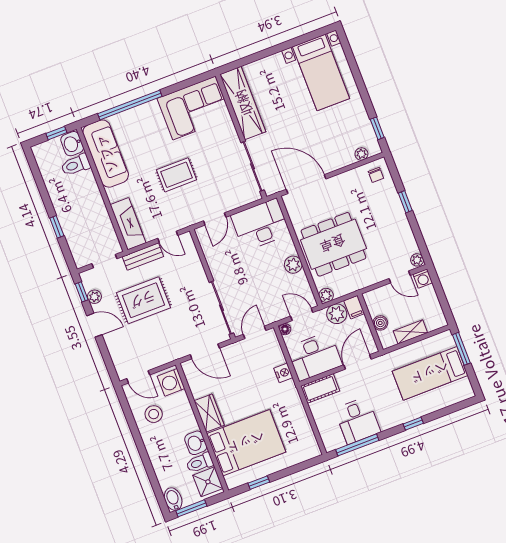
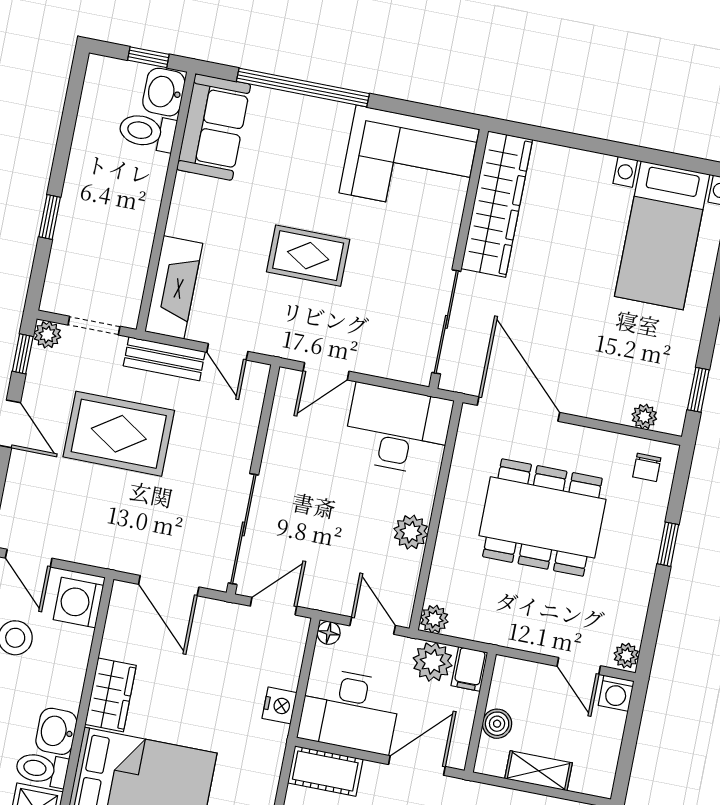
sofa: (106, 154) -> (214, 127), width x0.73
dining table: (333, 244) -> (542, 517), moved
plant: (94, 297) -> (47, 335), moved

